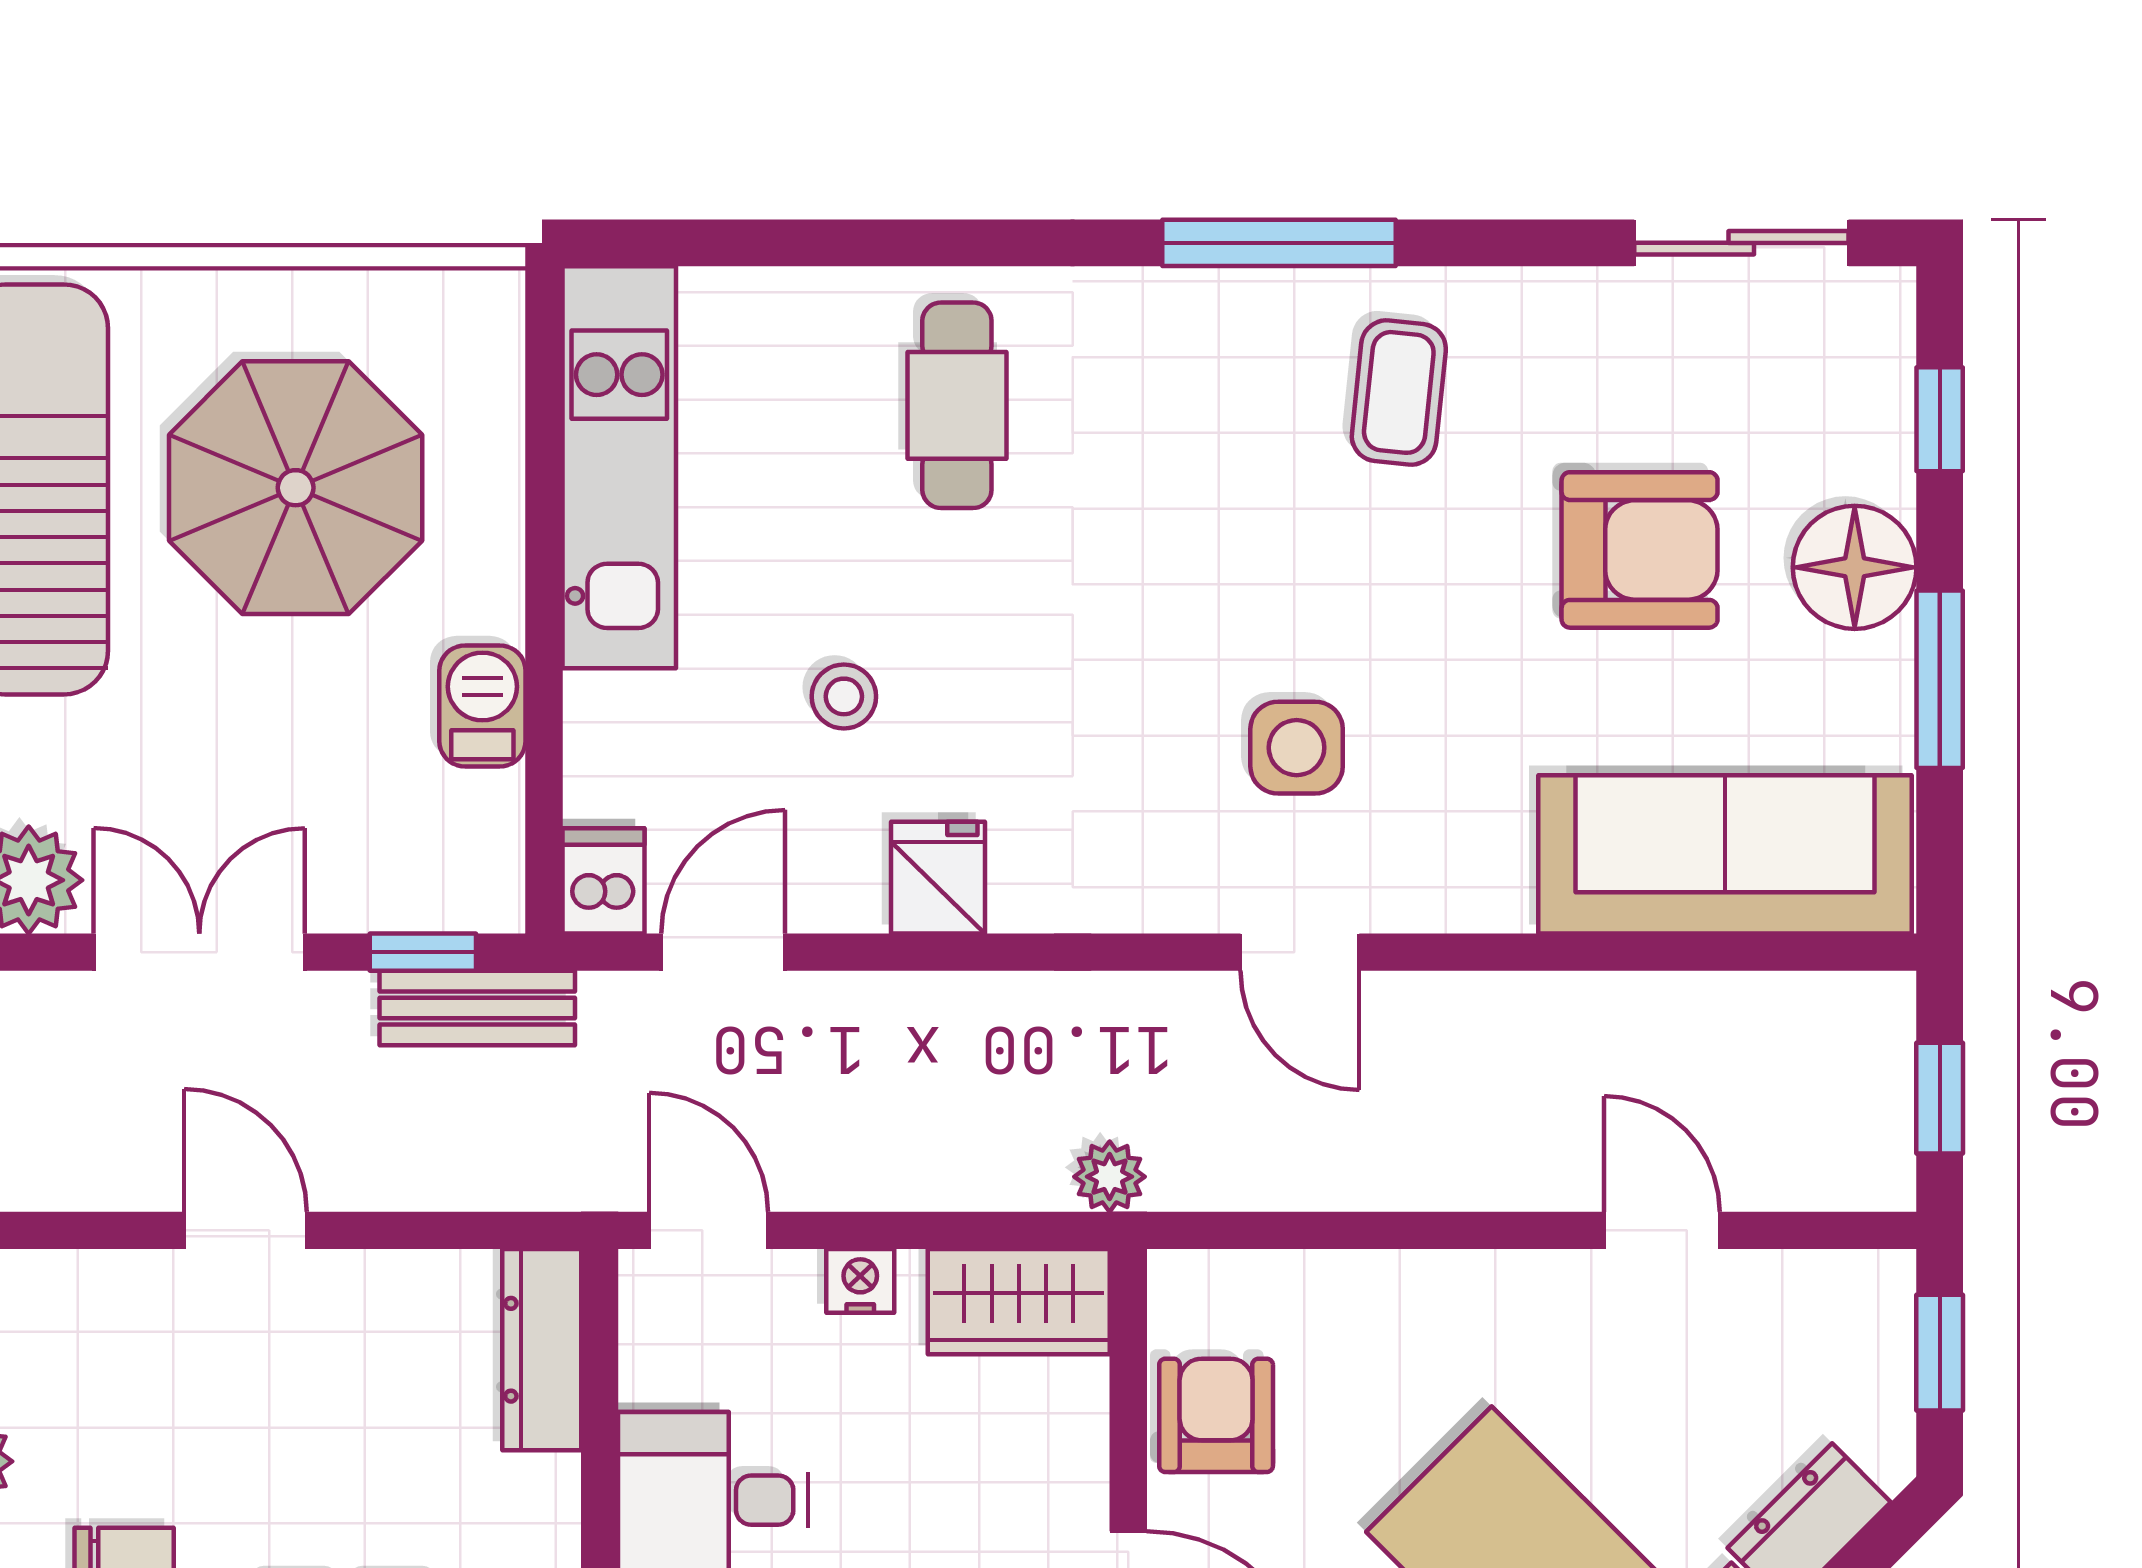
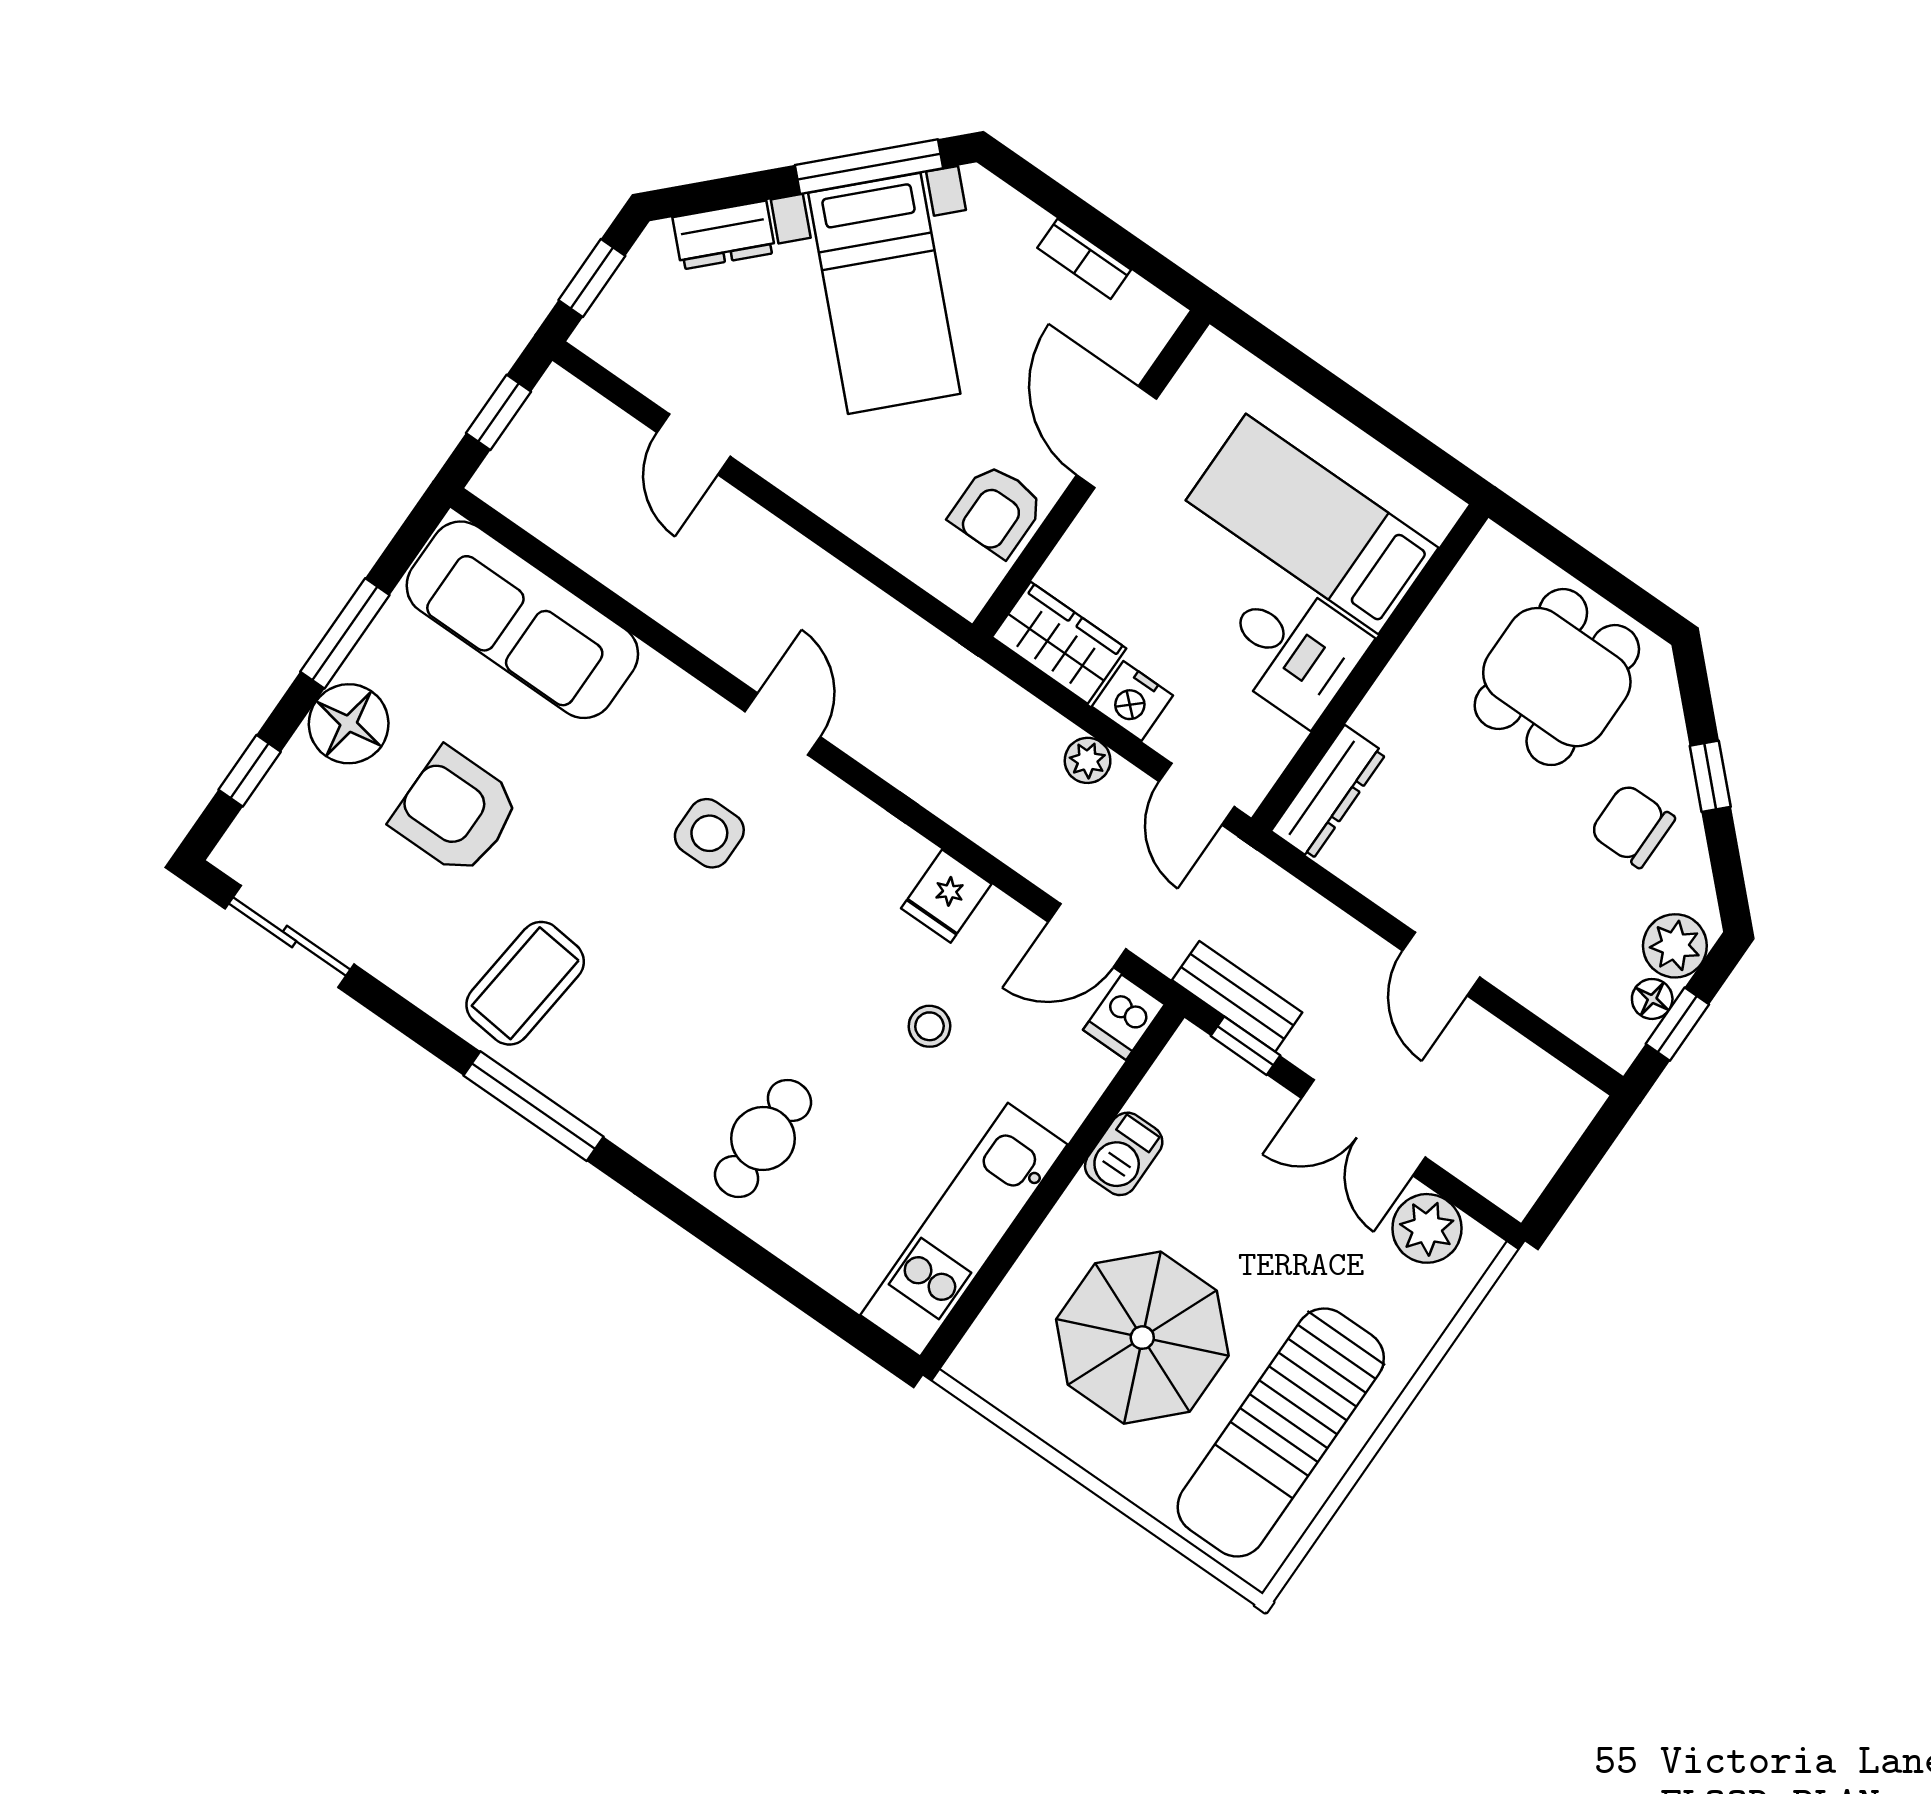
coffee table: (1399, 392) -> (525, 983), width x1.36, depth x1.30
plant: (1110, 1177) -> (1088, 760), moved
nightstand: (860, 1281) -> (1132, 701), width x1.39, depth x1.35

